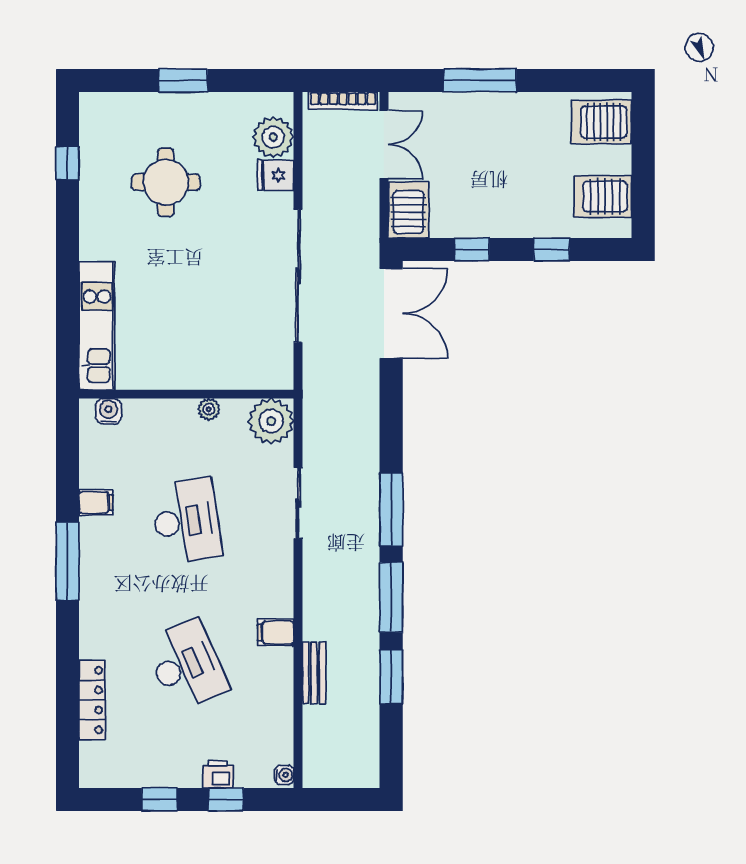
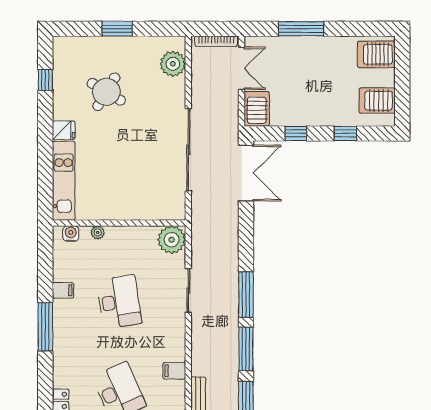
fridge: (276, 175) -> (64, 130), moved, turned 180
round table: (166, 182) -> (106, 92), turned 31
plant: (209, 409) -> (98, 232), moved

